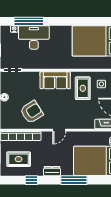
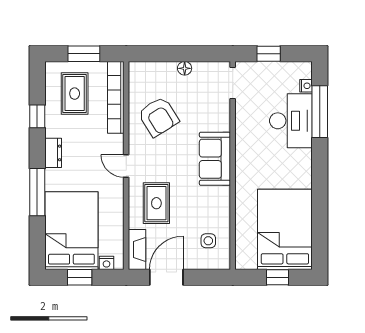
rug: (83, 88) -> (156, 203), moved, turned 90

